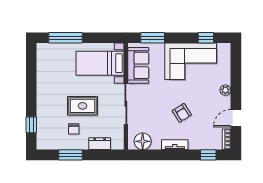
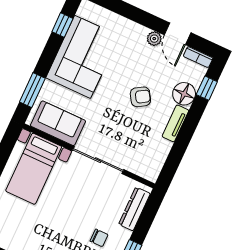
plant: (225, 90) -> (154, 39), moved
rug: (82, 106) -> (76, 214), removed
floor lamp: (143, 141) -> (184, 94), moved
dresser: (100, 144) -> (134, 209), width x1.44

